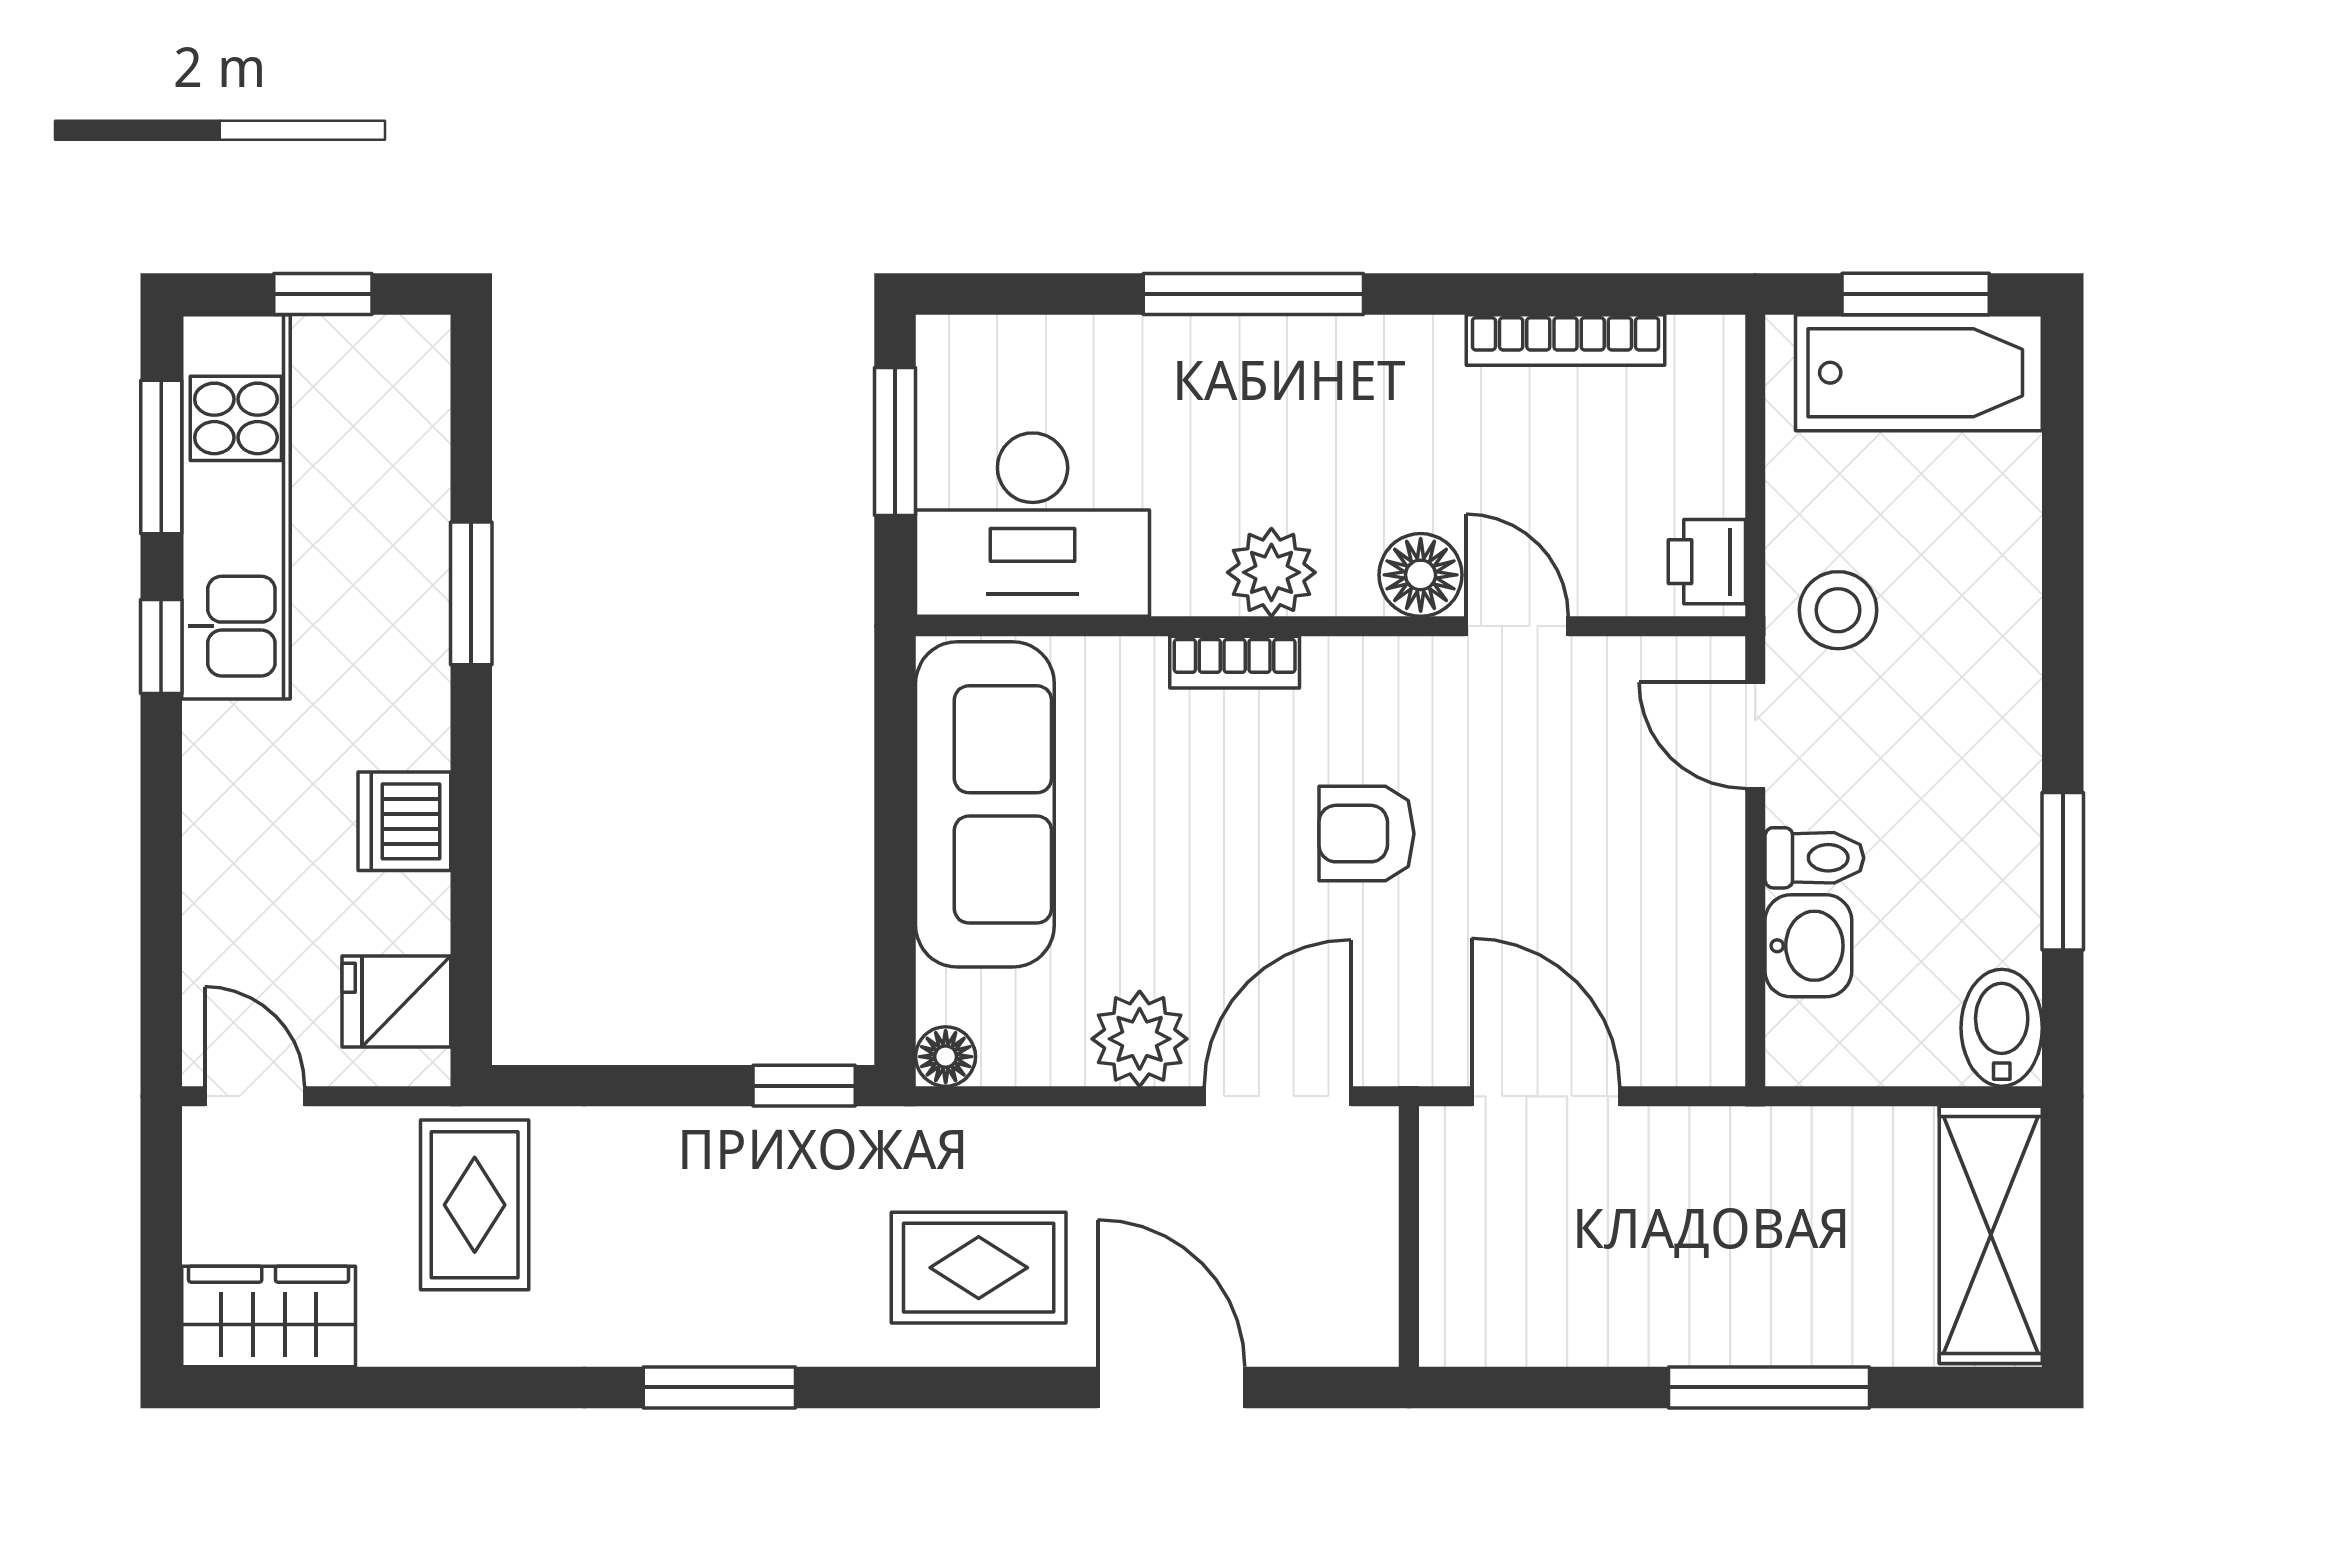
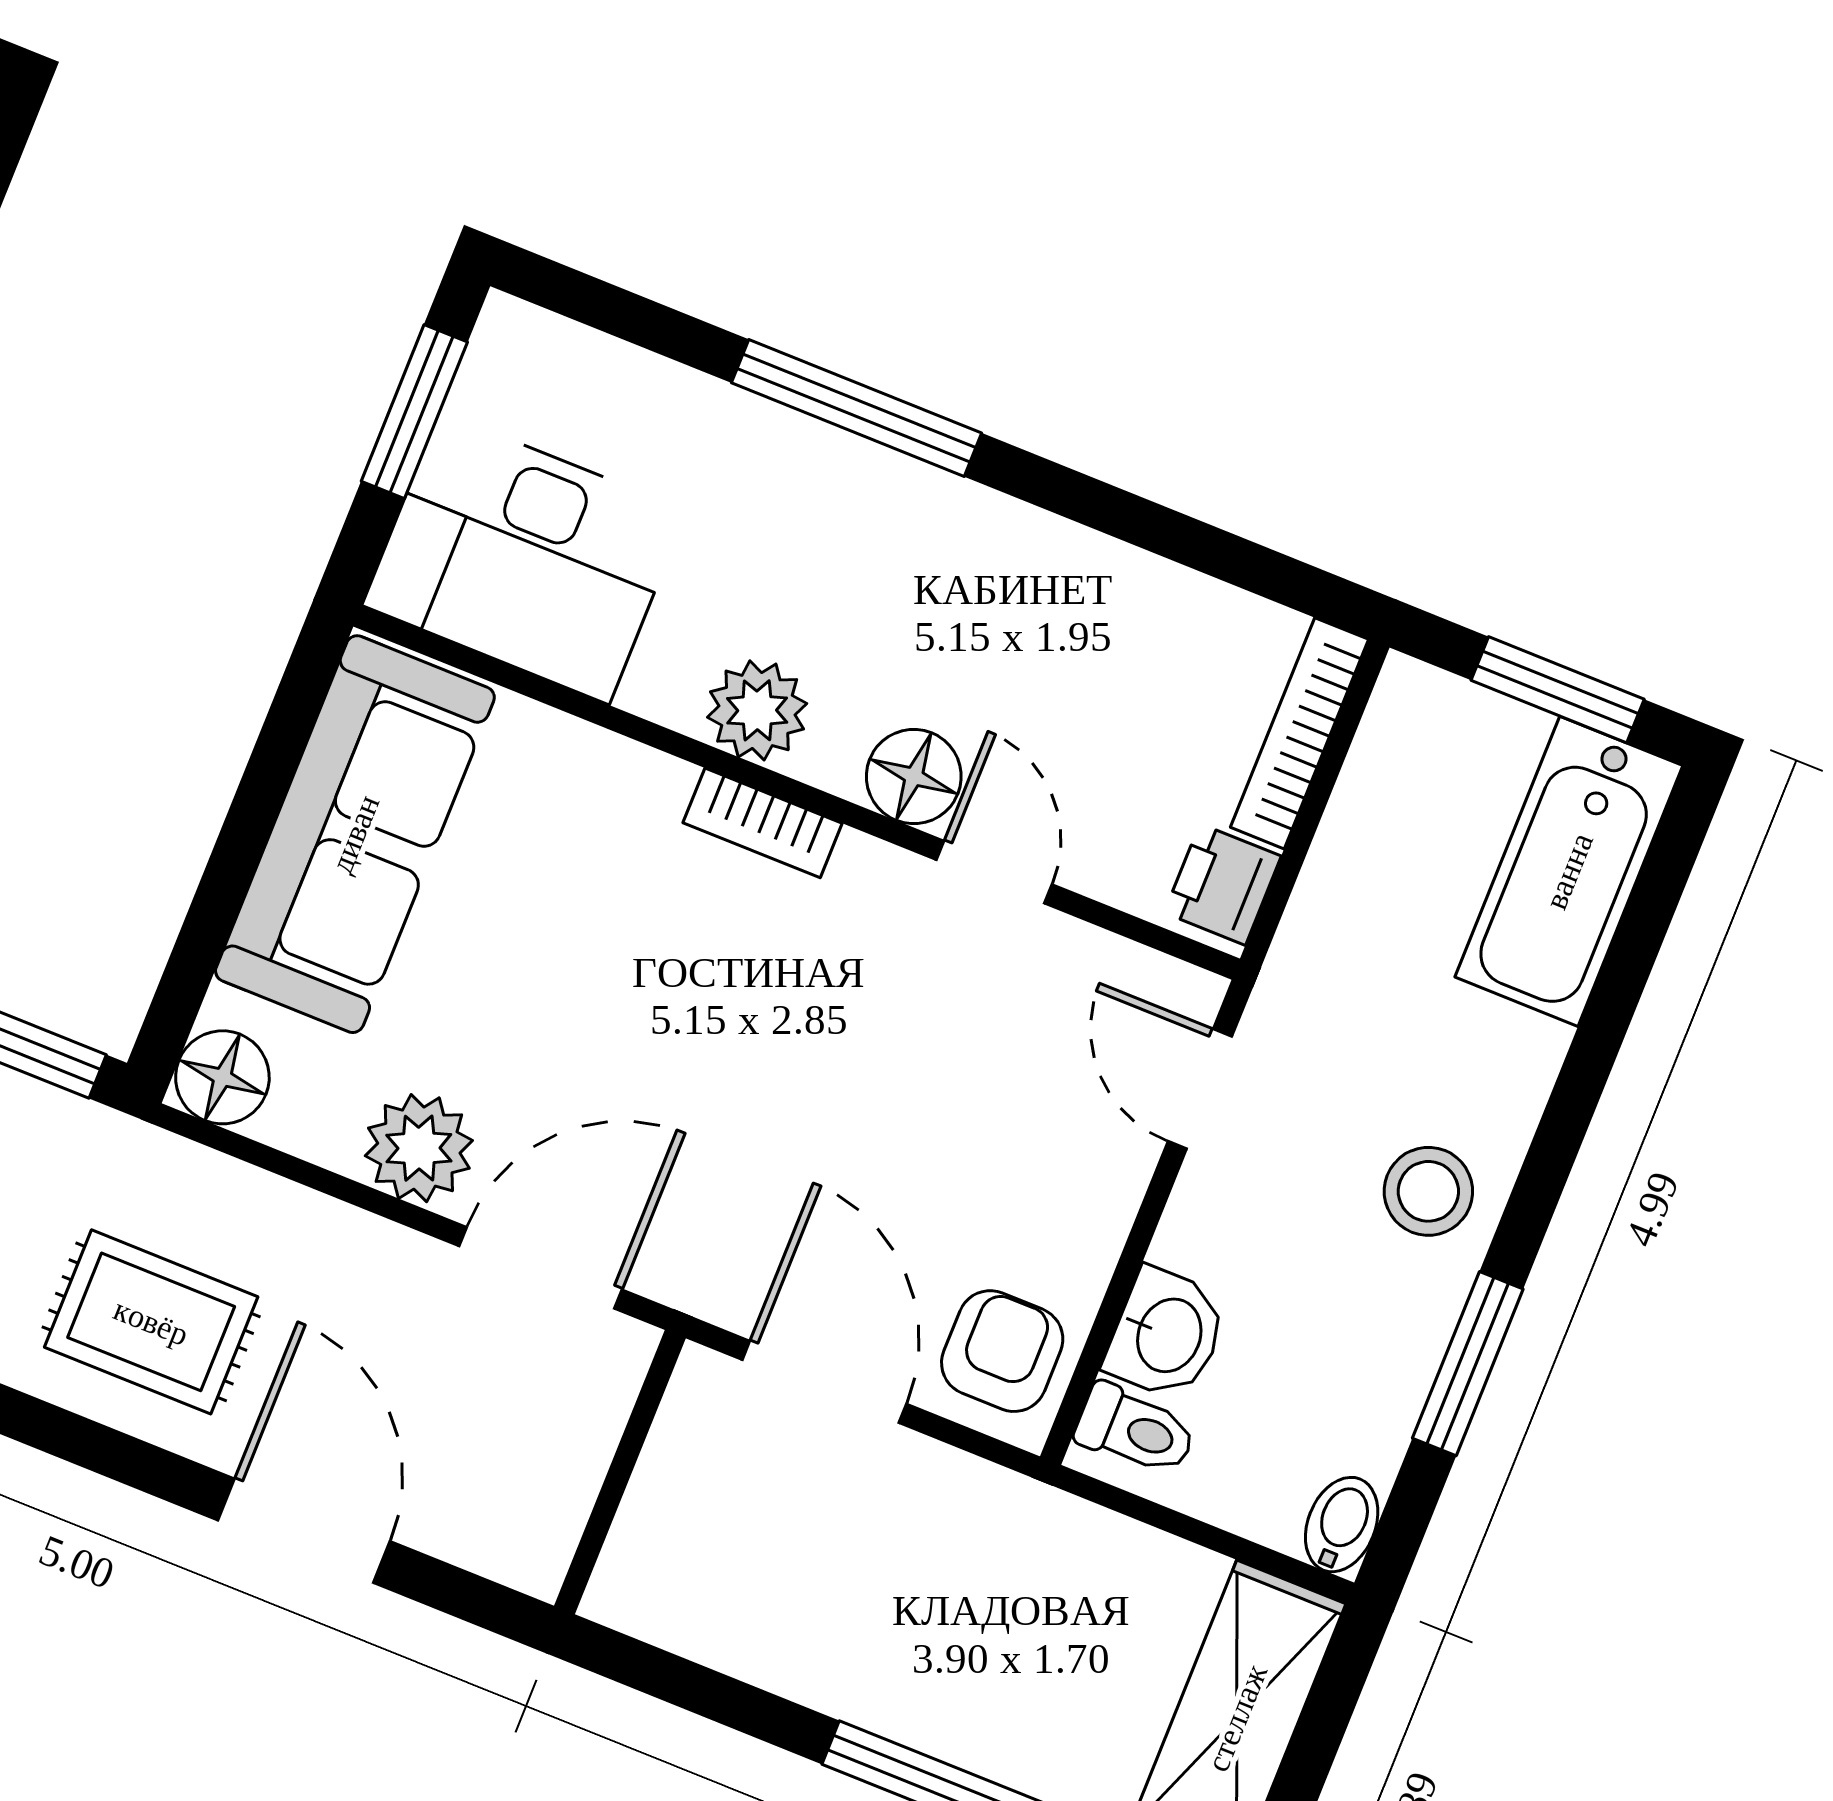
bookcase: (1566, 340) -> (1299, 733), moved, turned 90
bathtub: (1919, 373) -> (1569, 871), moved, turned 90
stool: (1838, 610) -> (1428, 1191), moved
bookcase: (1235, 662) -> (763, 823), moved
armchair: (1366, 834) -> (1002, 1351), moved, turned 90
toilet: (1814, 858) -> (1136, 1430), moved
bidet: (2002, 1028) -> (1342, 1525), width x0.72, depth x0.74
floor lamp: (946, 1057) -> (222, 1077), width x1.37, depth x1.37

